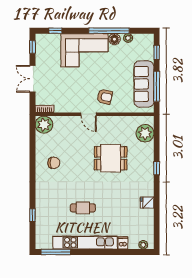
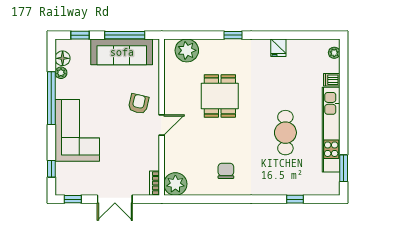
floor lamp: (114, 39) -> (63, 58), moved
cafe table: (83, 208) -> (285, 133), width x1.37, depth x1.35
window: (56, 252) -> (344, 168), width x0.69

